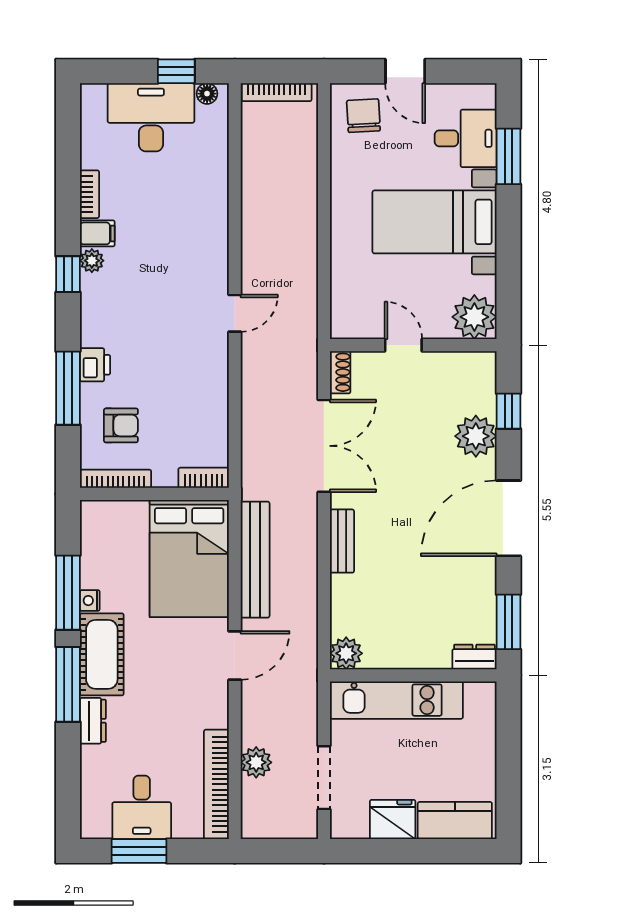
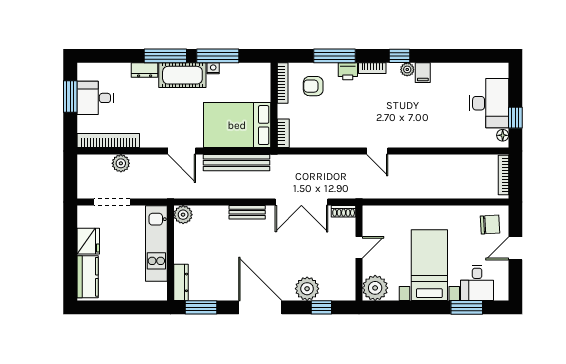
bookcase: (90, 194) -> (372, 68), moved
armchair: (121, 425) -> (313, 86), turned 90
dresser: (474, 657) -> (181, 282), width x1.44

